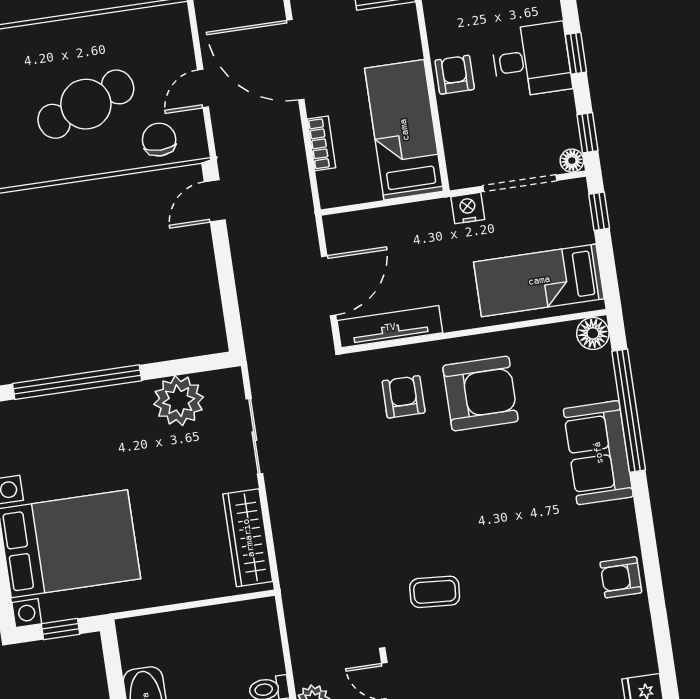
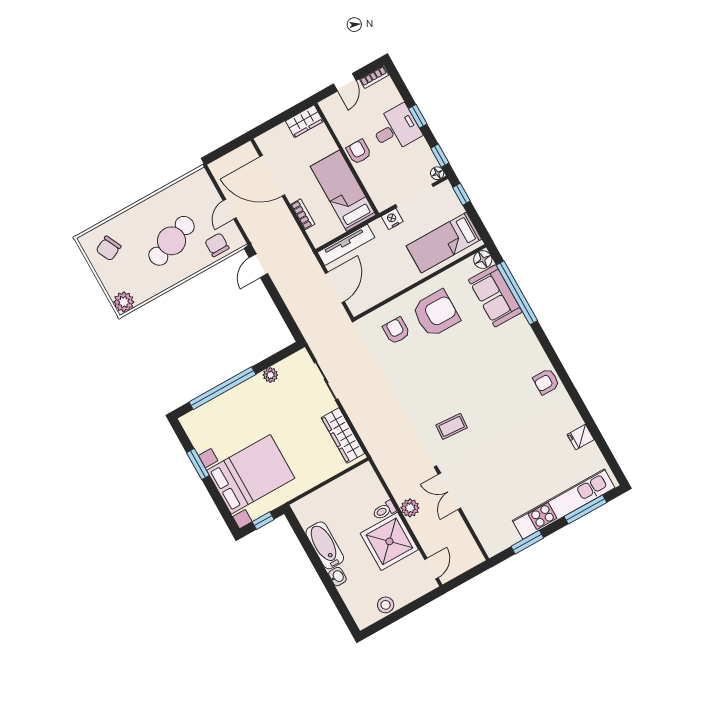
tv unit: (390, 327) -> (346, 245), moved, turned 180
plant: (179, 401) -> (270, 375), width x0.53, depth x0.53
sofa: (598, 453) -> (495, 296), moved

